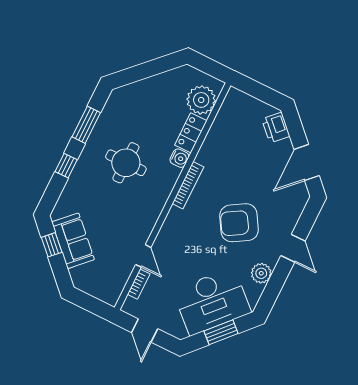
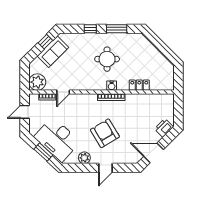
plant: (201, 100) -> (37, 82), moved
water cooler: (179, 158) -> (112, 86), moved

